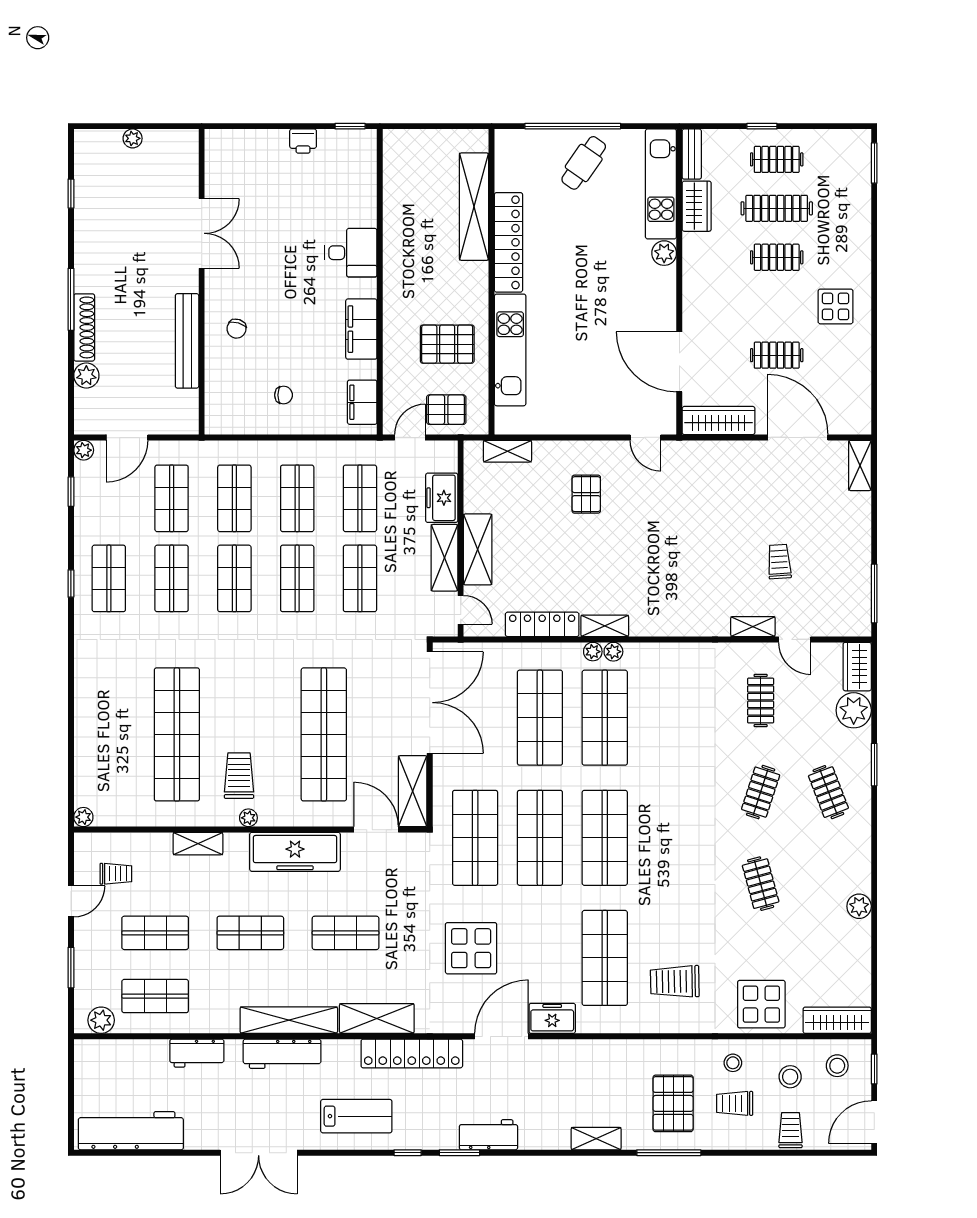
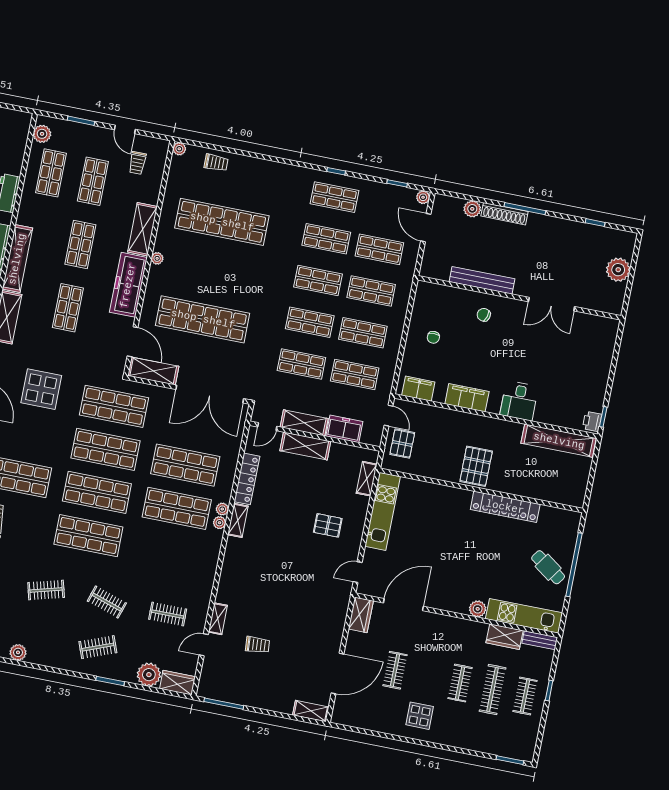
plant: (133, 138) -> (618, 270), width x1.87, depth x1.87
printer: (303, 141) -> (592, 422), moved
shelving: (474, 207) -> (559, 441), moved
pallet: (447, 344) -> (476, 466), moved
kitchen unit: (510, 350) -> (382, 511), moved, turned -90
wardrobe: (719, 420) -> (361, 615), width x0.67
trolley: (239, 776) -> (216, 163), moved, width x0.73, depth x0.72
door: (376, 830) -> (133, 342), hinge flipped
shop shelf: (670, 838) -> (88, 536), added
shelving: (198, 844) -> (143, 229), width x1.50, depth x1.33

